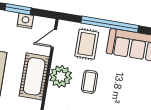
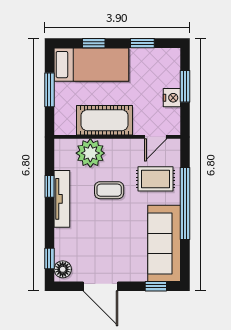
door: (54, 38) -> (156, 137), swing flipped
plant: (61, 76) -> (90, 153), moved

